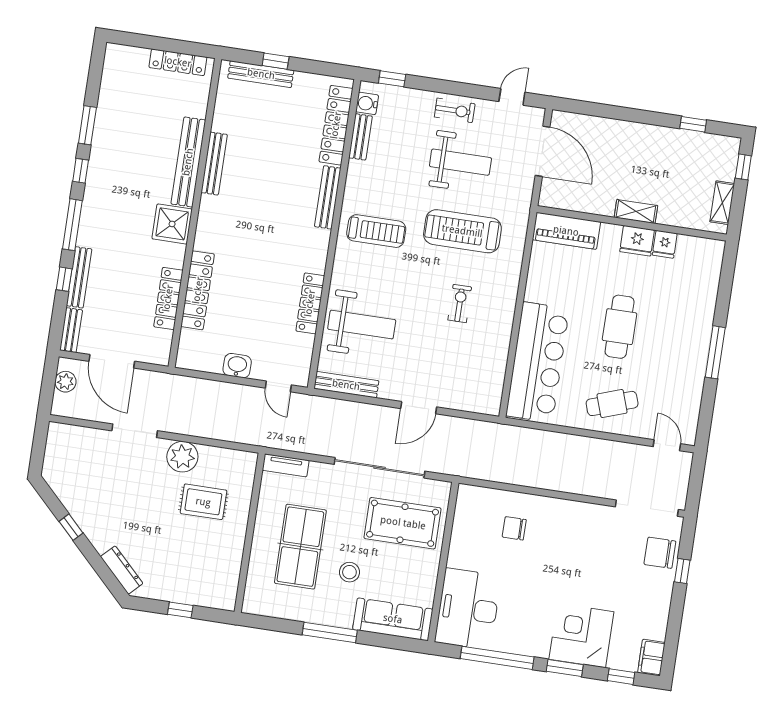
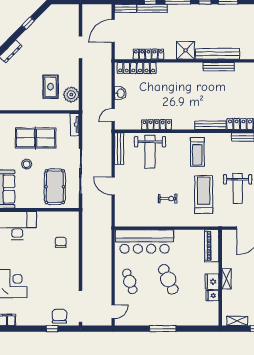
locker: (198, 290) -> (137, 68), moved
cafe table: (620, 327) -> (168, 279), turned 66
plant: (65, 382) -> (100, 9), removed
plant: (182, 457) -> (71, 95), moved

